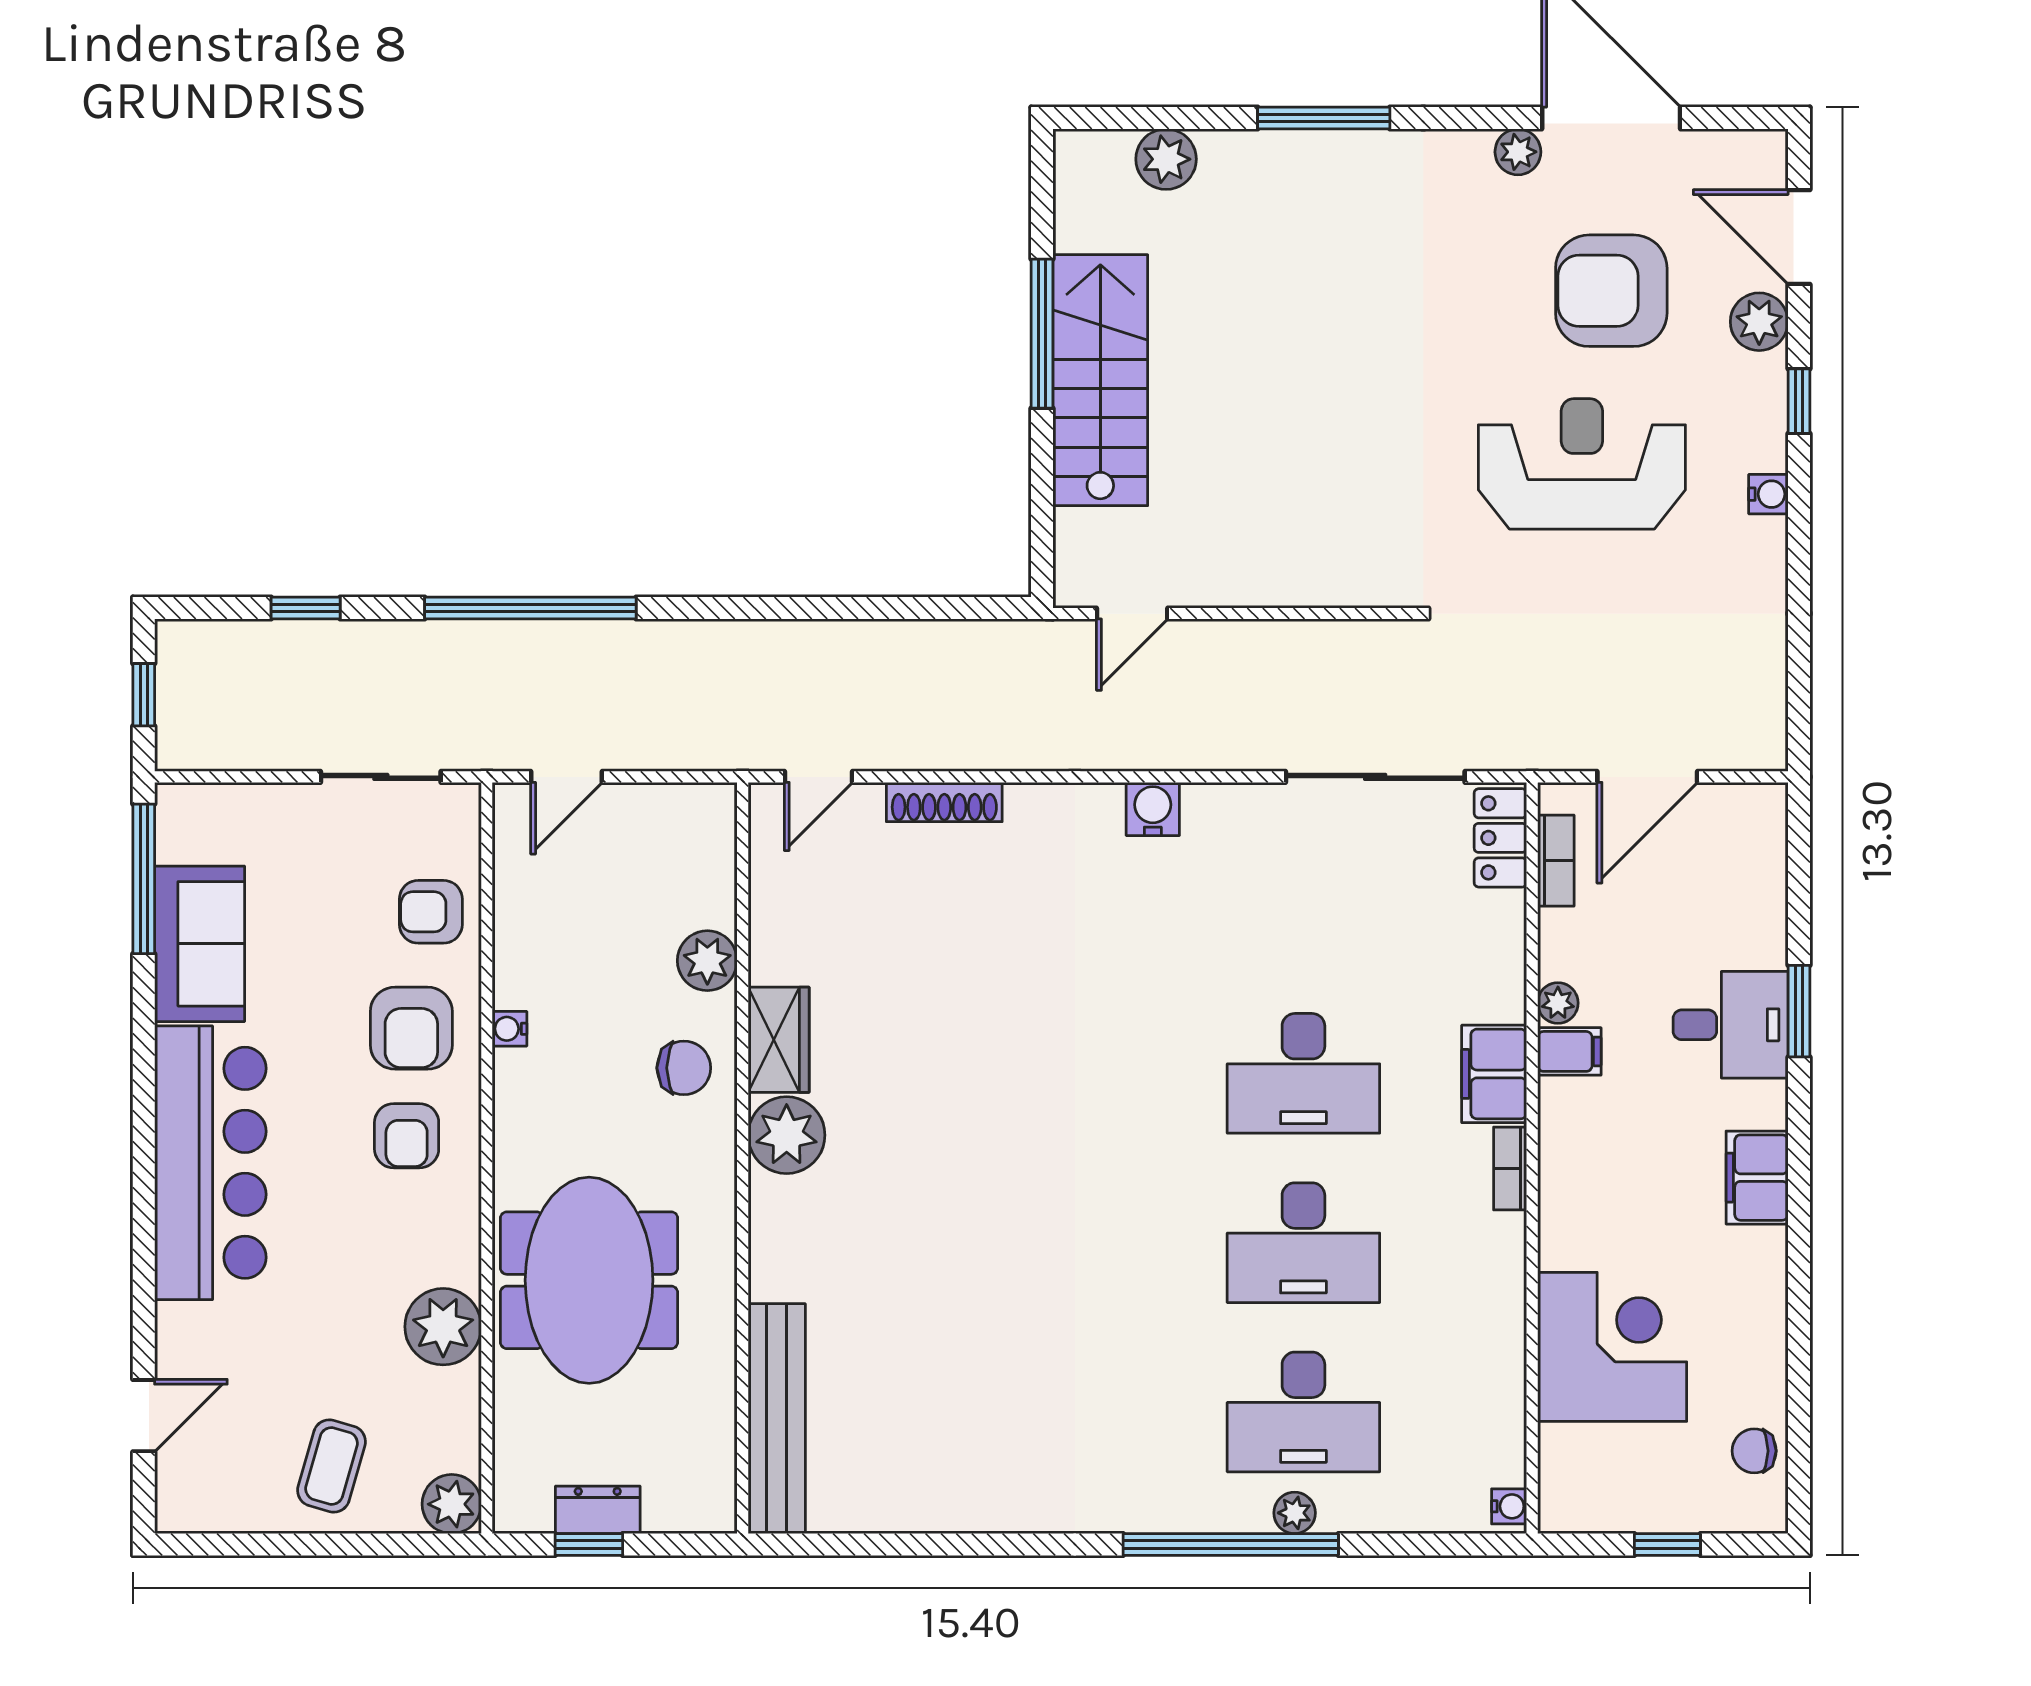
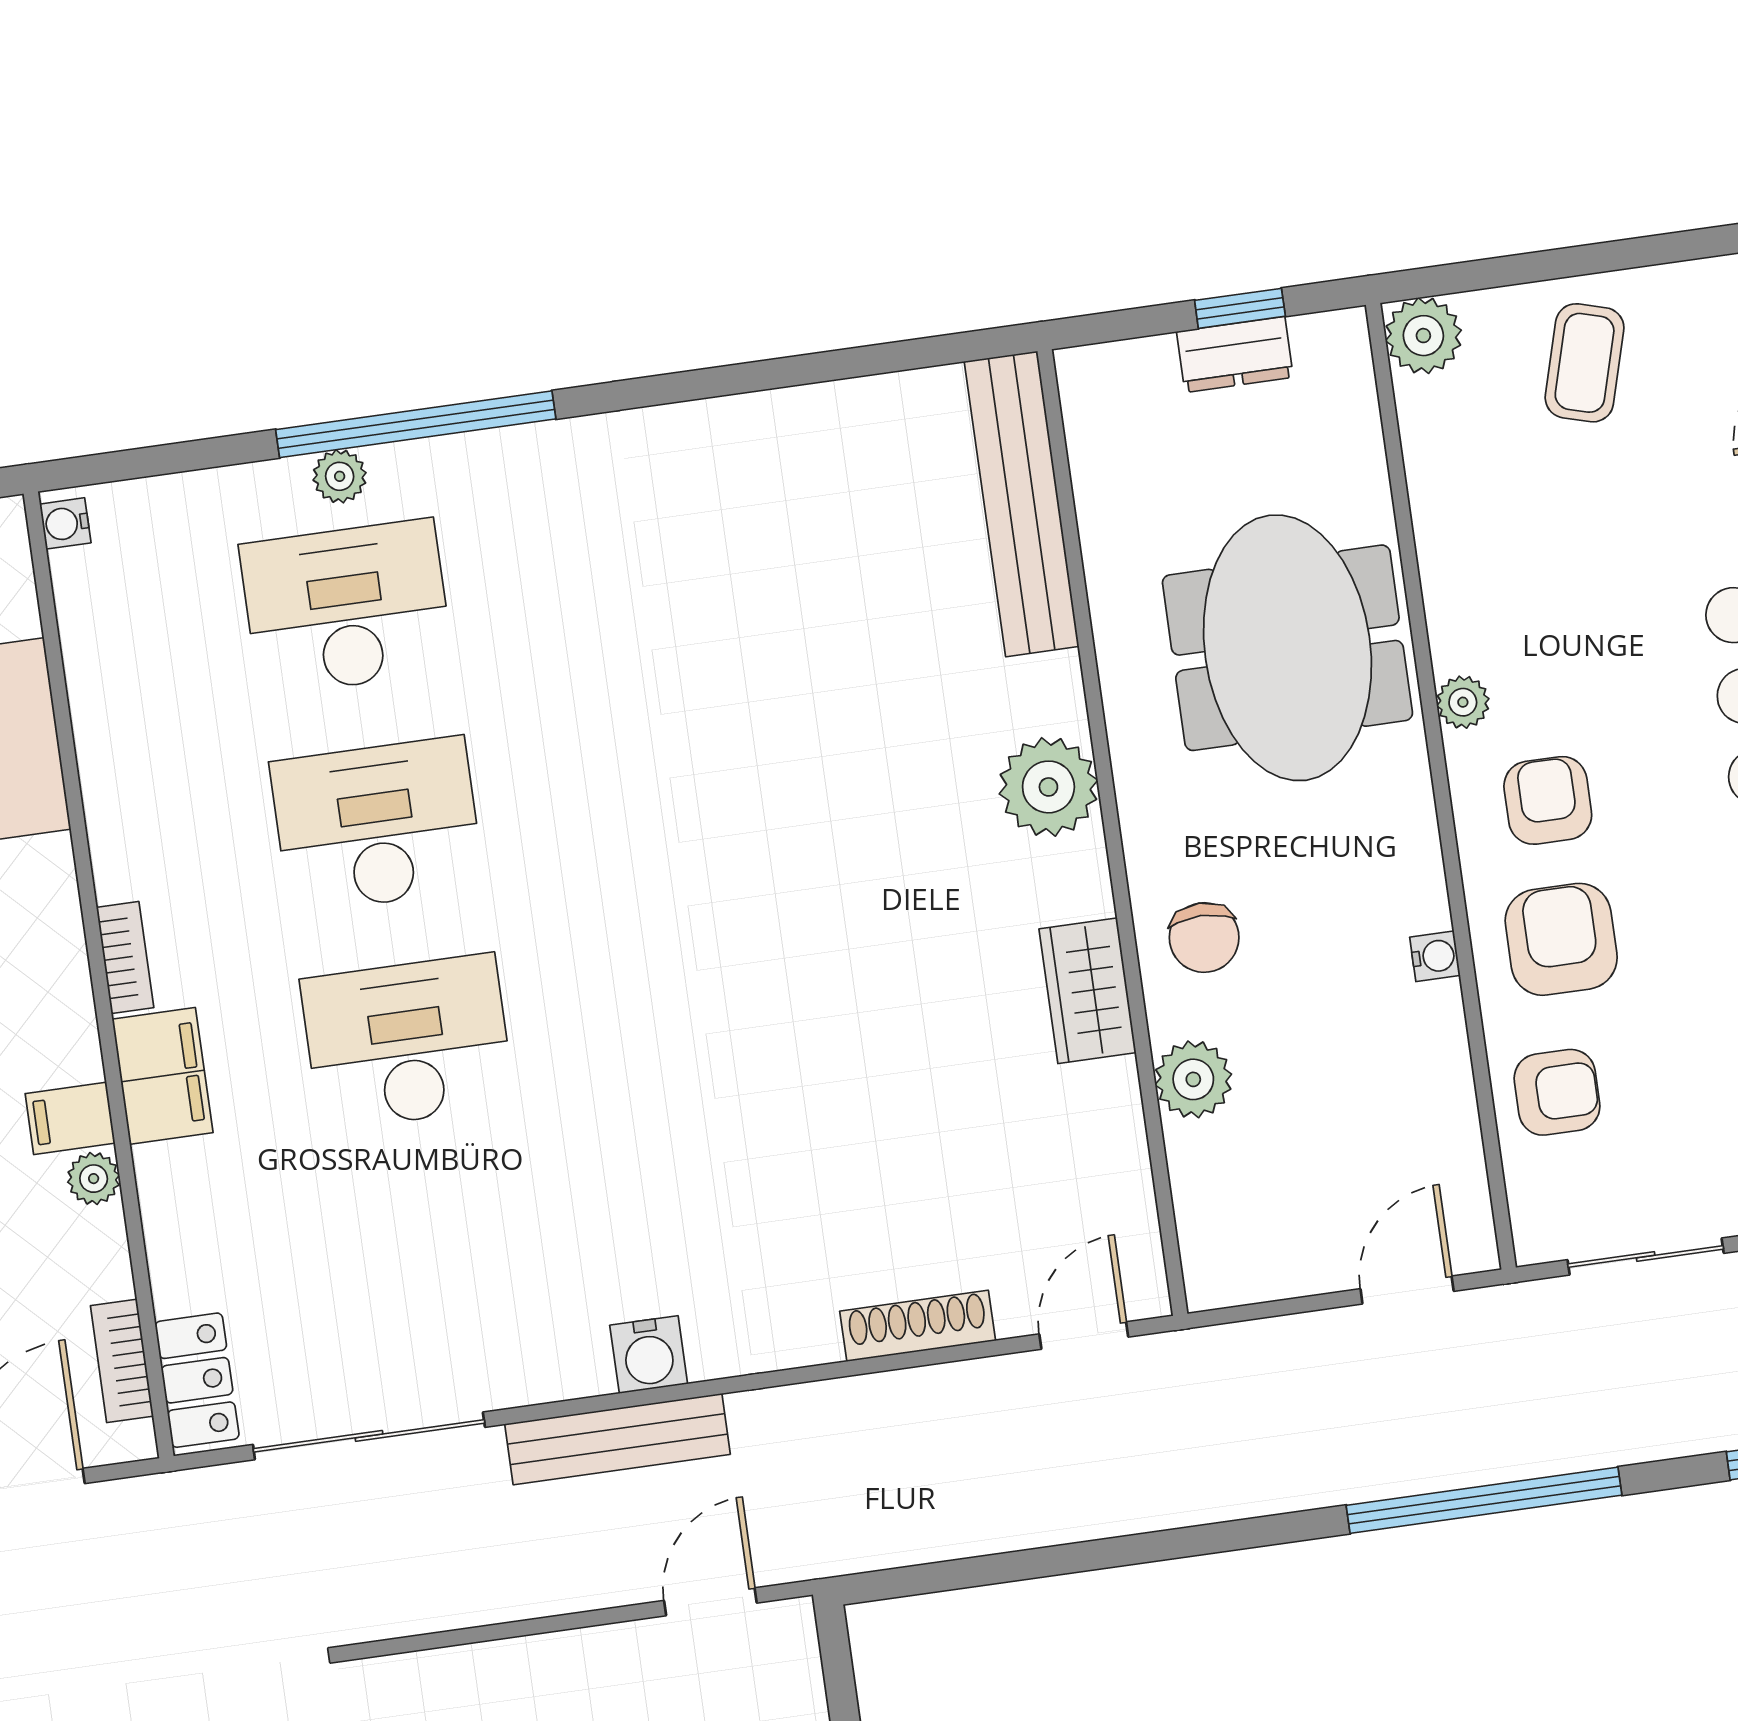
bench: (1186, 748) -> (617, 1439), added
chair: (684, 1068) -> (1204, 938), turned -90
plant: (787, 1135) -> (1048, 787), moved
plant: (443, 1327) -> (1463, 702), moved, width x0.53, depth x0.53

